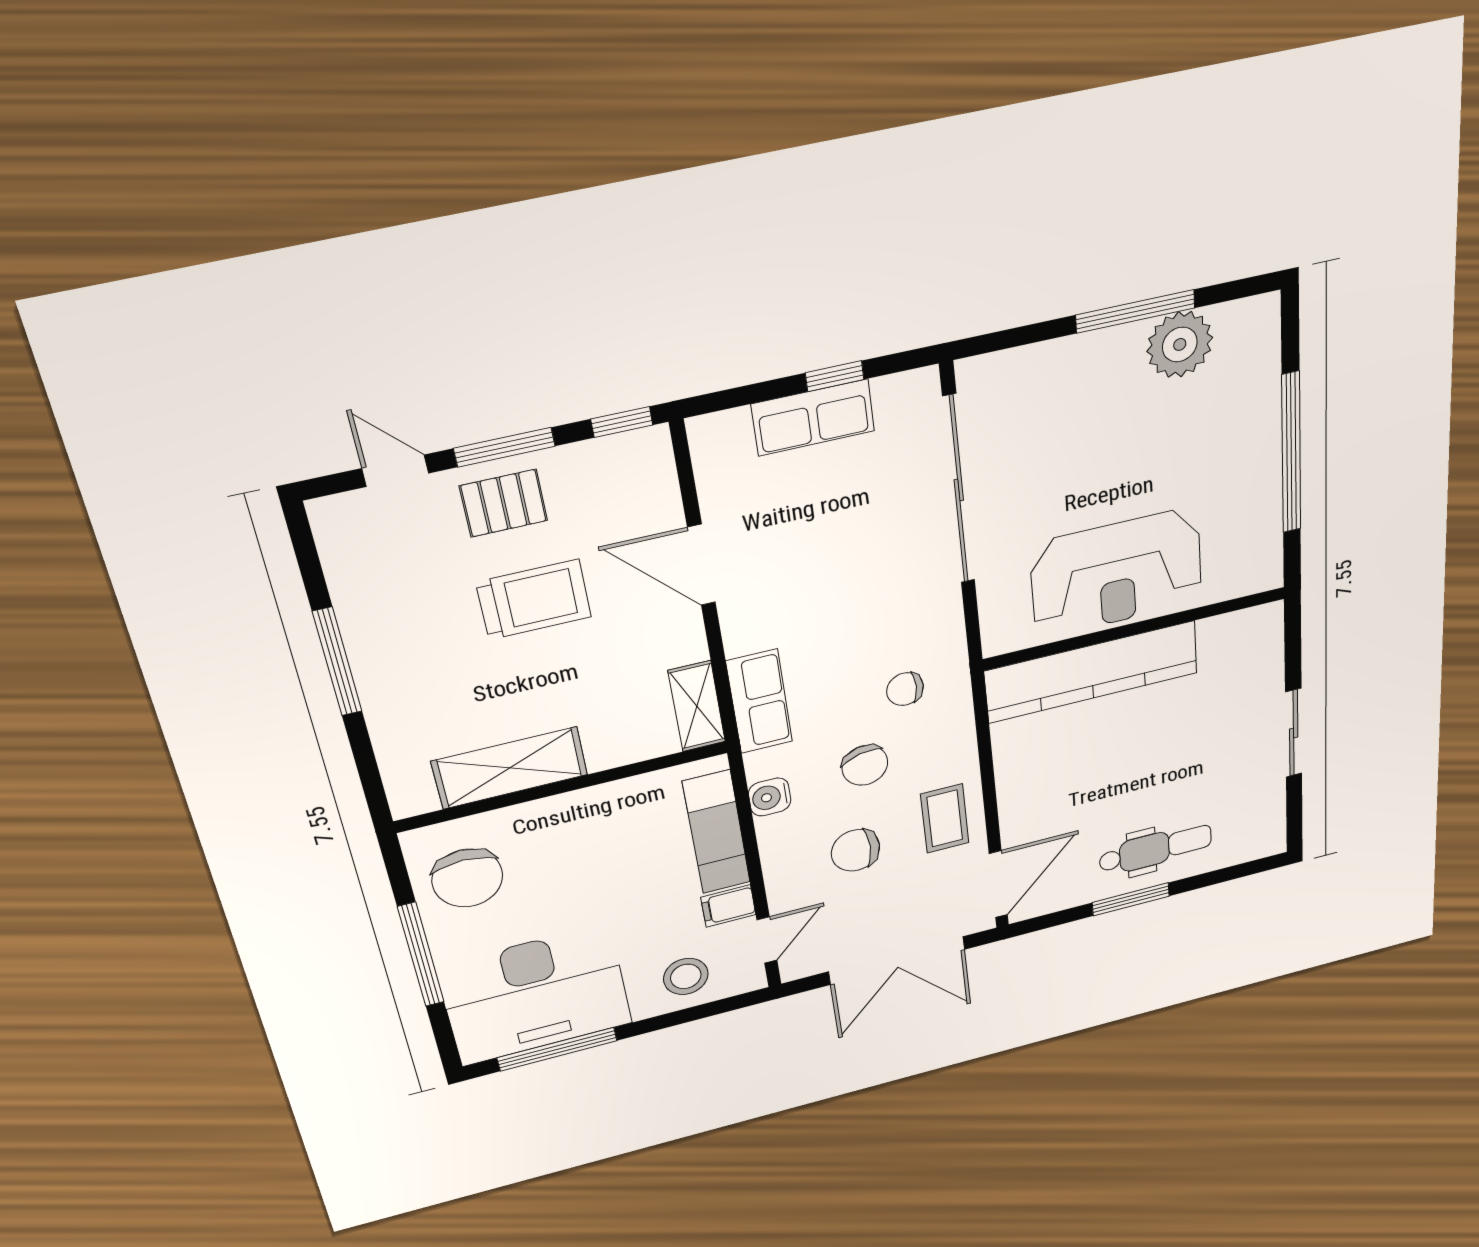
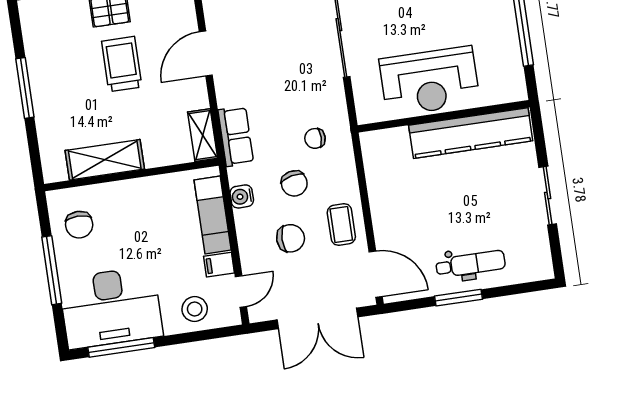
door: (701, 565) -> (206, 54), hinge flipped
trolley: (534, 600) -> (122, 64), turned -90
kitchen counter: (1092, 672) -> (471, 133), moved
chair: (855, 850) -> (291, 238), turned 180
chair: (467, 878) -> (79, 225), width x0.73, depth x0.73
door: (998, 884) -> (376, 274), hinge flipped

